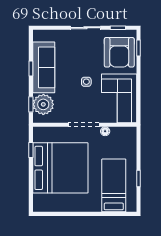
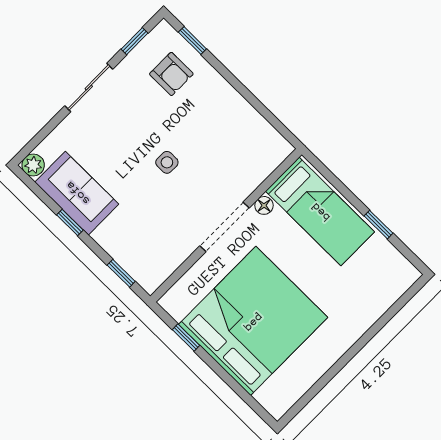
armchair: (119, 52) -> (171, 74), width x0.53, depth x0.53
sofa: (44, 67) -> (77, 193), width x0.73
corner sofa: (119, 98) -> (237, 139), removed
plant: (43, 104) -> (33, 165), moved, width x0.53, depth x0.53
bed: (114, 185) -> (320, 212), moved, turned 180

